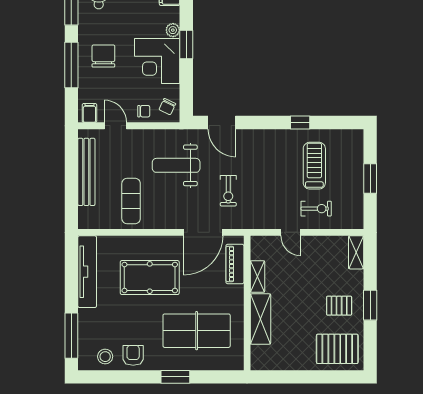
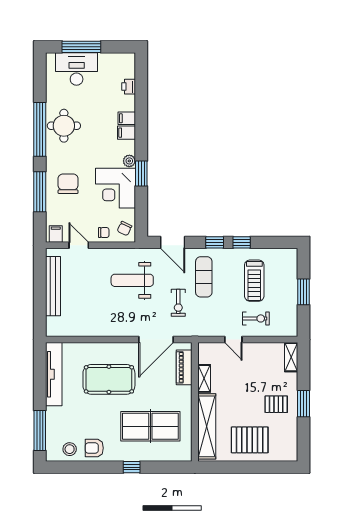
window: (269, 122) -> (215, 242), added
treadmill: (314, 166) -> (254, 281), turned 180
exercise mat: (131, 201) -> (204, 277), moved
shelving: (260, 319) -> (207, 426), width x1.47
pallet: (337, 349) -> (250, 440), moved
armchair: (133, 355) -> (94, 448), turned -90
window: (175, 377) -> (132, 467), width x0.67

